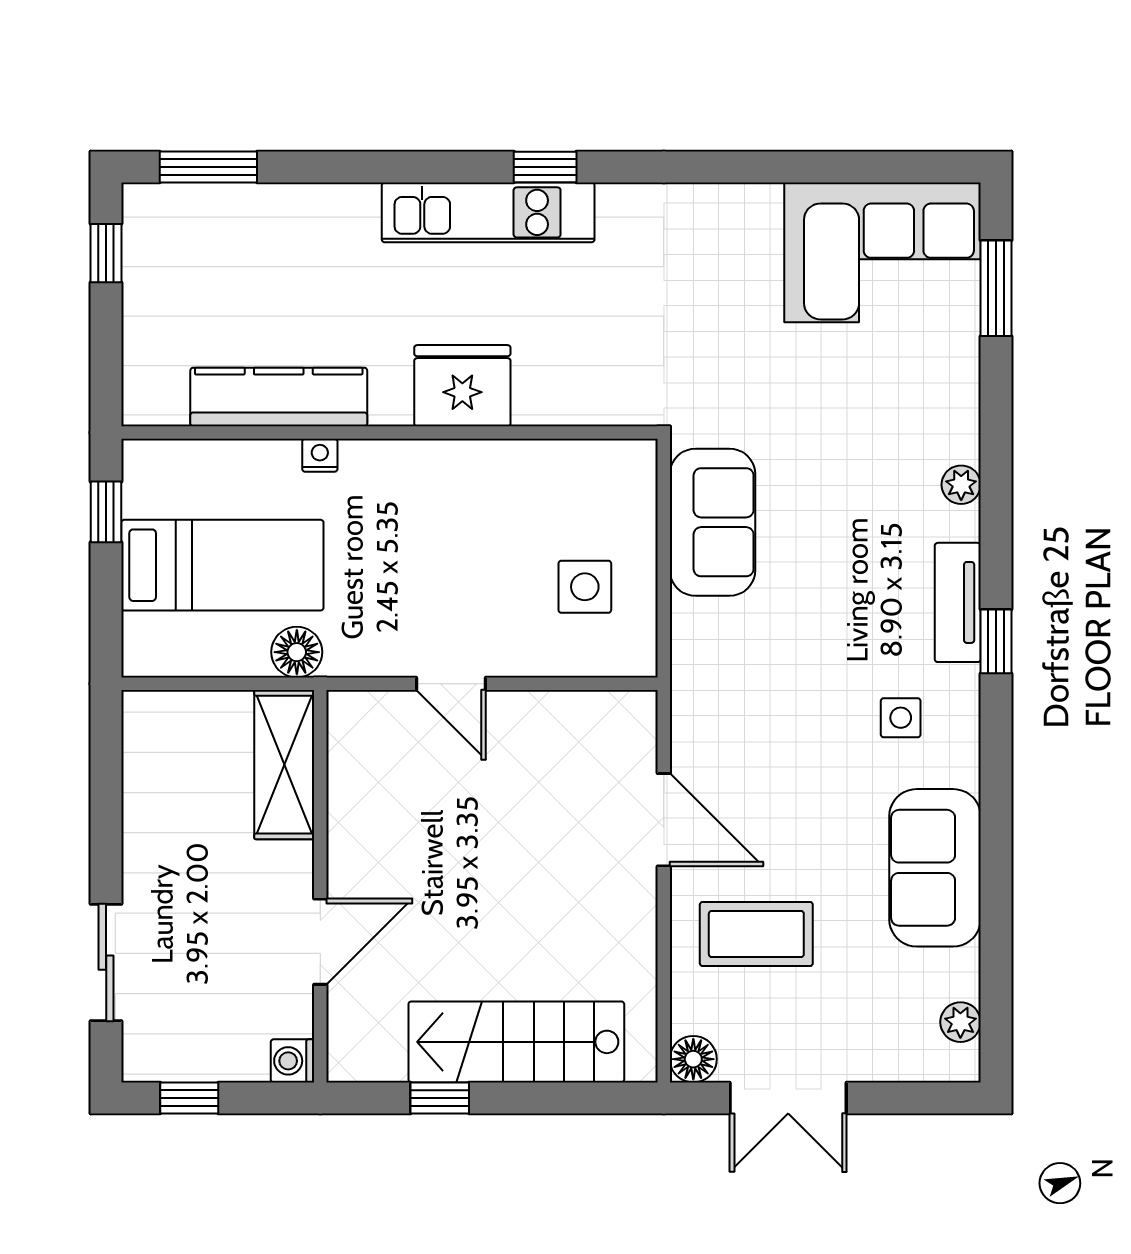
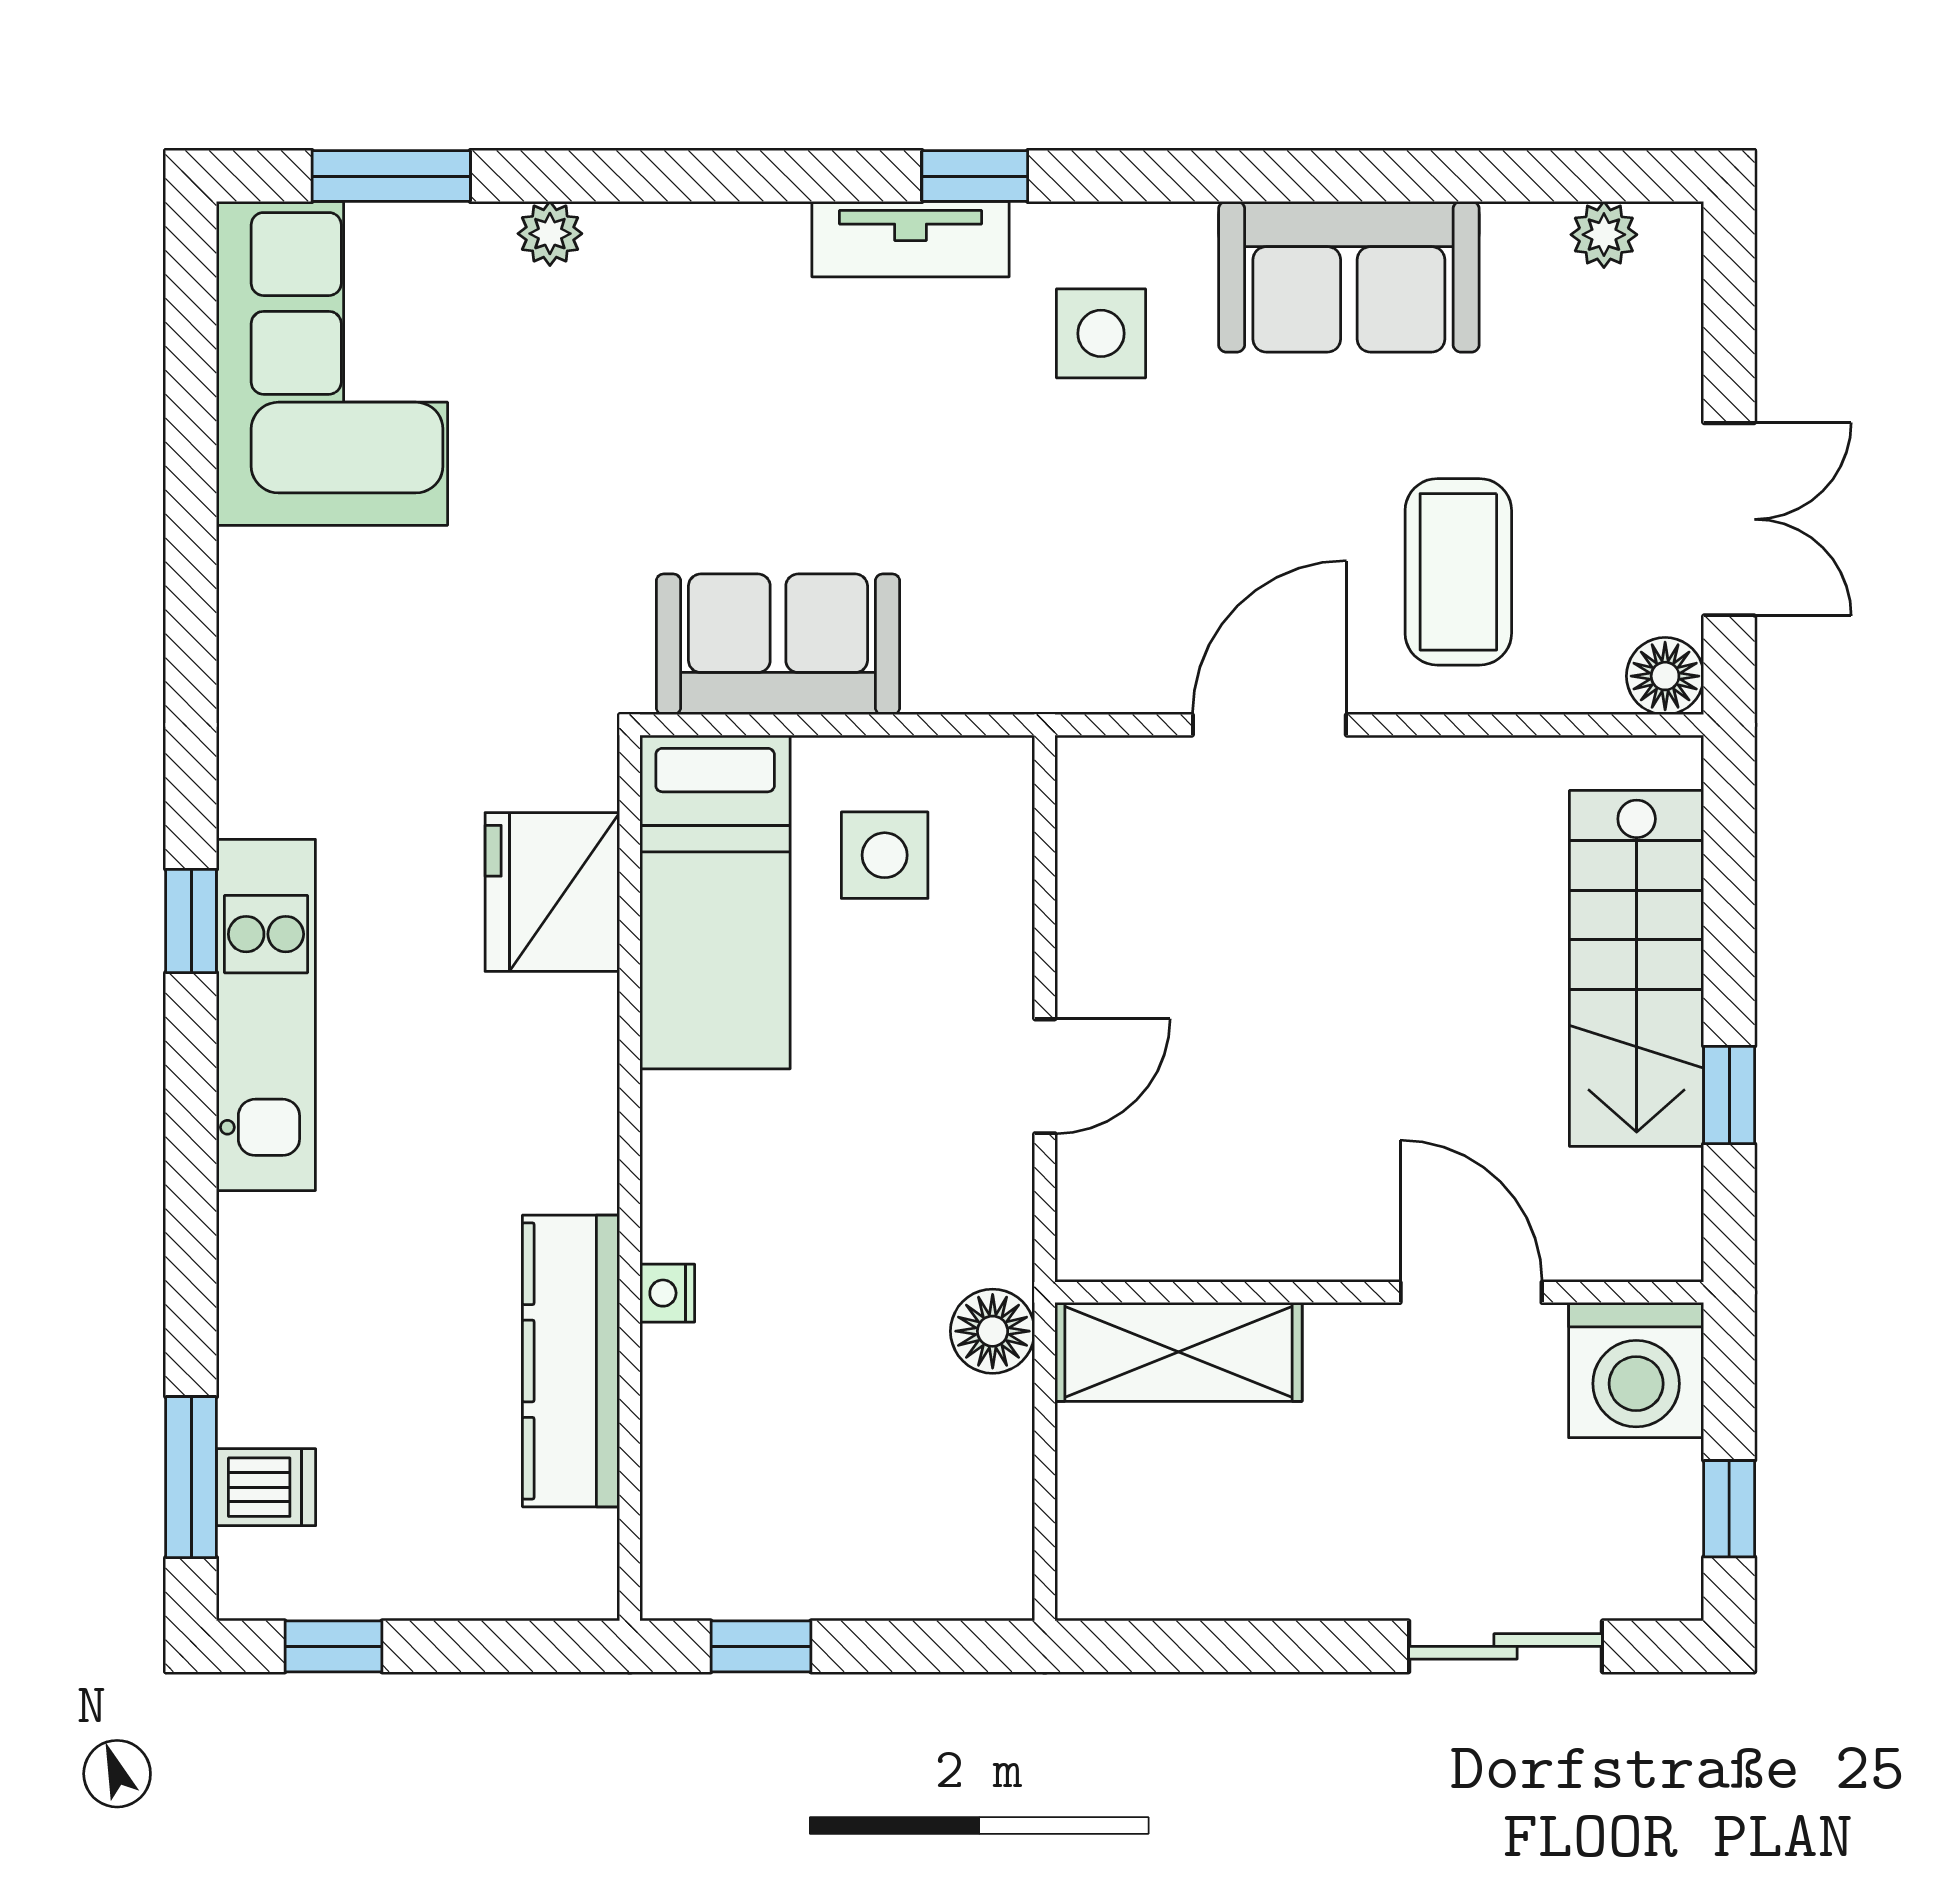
dishwasher: (202, 212) -> (266, 1487), added
fridge: (462, 386) -> (552, 892), moved
plant: (961, 485) -> (550, 234), moved
bed: (222, 565) -> (715, 902), moved, turned 180
side table: (901, 718) -> (1101, 333), width x1.37, depth x1.37
washing machine: (292, 1061) -> (1636, 1370), width x1.89, depth x1.89

